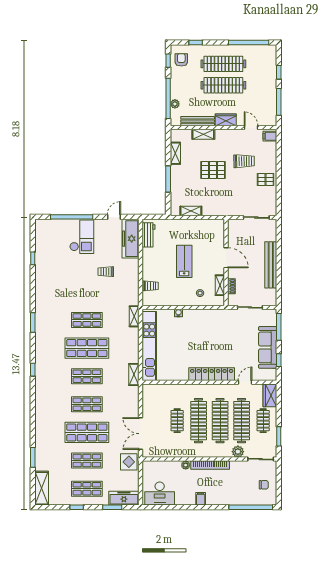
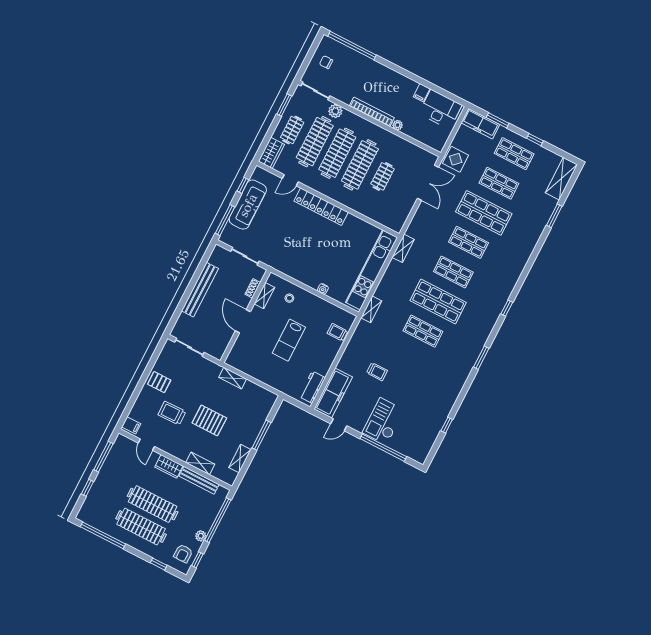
plant: (175, 104) -> (201, 536), moved
shelving: (191, 211) -> (233, 378), moved
filing cabinet: (201, 499) -> (422, 93), moved

